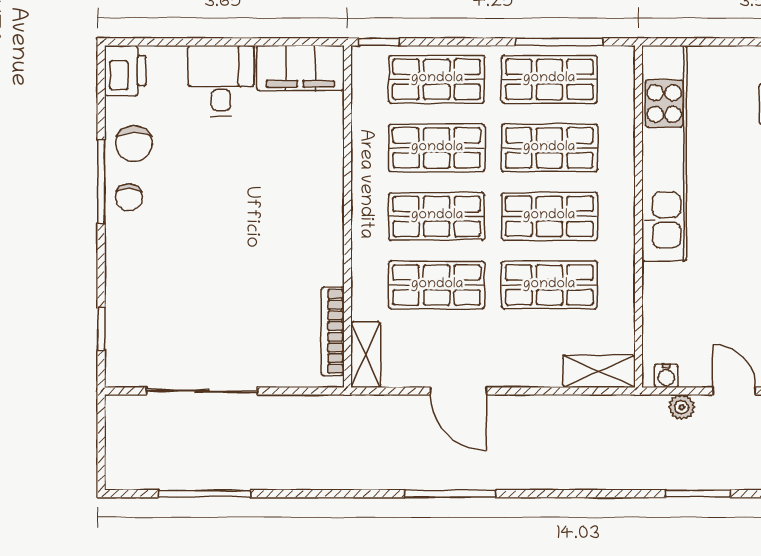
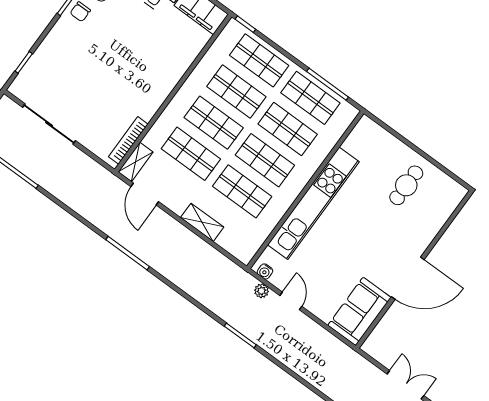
kitchen unit: (664, 153) -> (313, 203), moved
shelving: (599, 371) -> (202, 222), moved
door: (458, 391) -> (145, 194), moved

